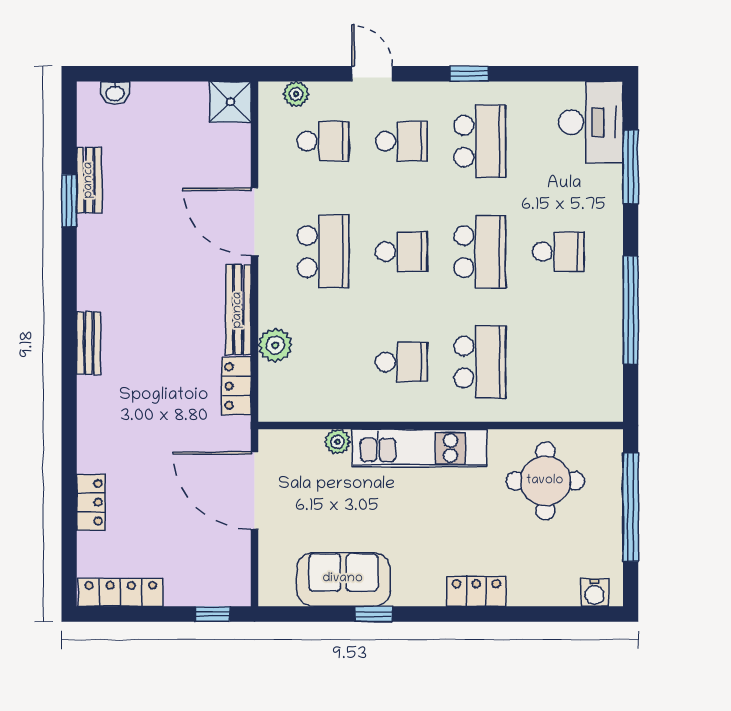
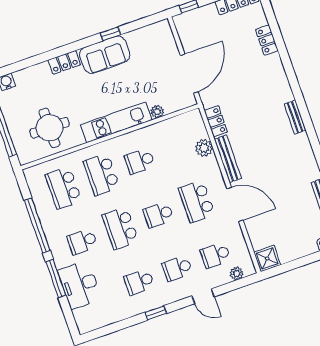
desk: (591, 122) -> (80, 285), moved
school desk: (480, 141) -> (139, 282), width x0.54
window: (631, 167) -> (56, 279), moved
school desk: (558, 362) -> (63, 188), added
door: (255, 491) -> (189, 74), hinge flipped
sofa: (343, 579) -> (105, 55), moved

